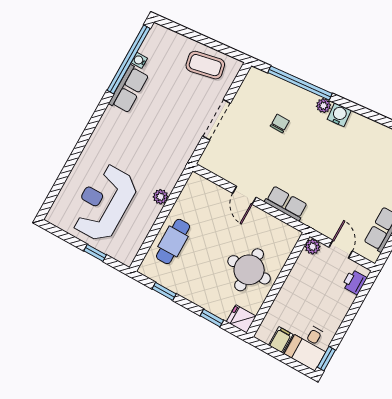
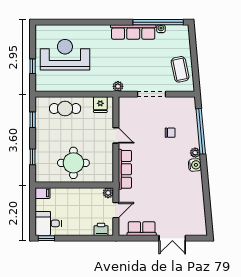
row of seats: (129, 89) -> (133, 32), width x1.48
door: (244, 195) -> (116, 135), swing flipped
plant: (161, 197) -> (118, 86), moved
row of seats: (286, 203) -> (125, 169), width x1.48
fridge: (241, 319) -> (100, 105), moved, turned 180
filing cabinet: (281, 340) -> (42, 193), moved

